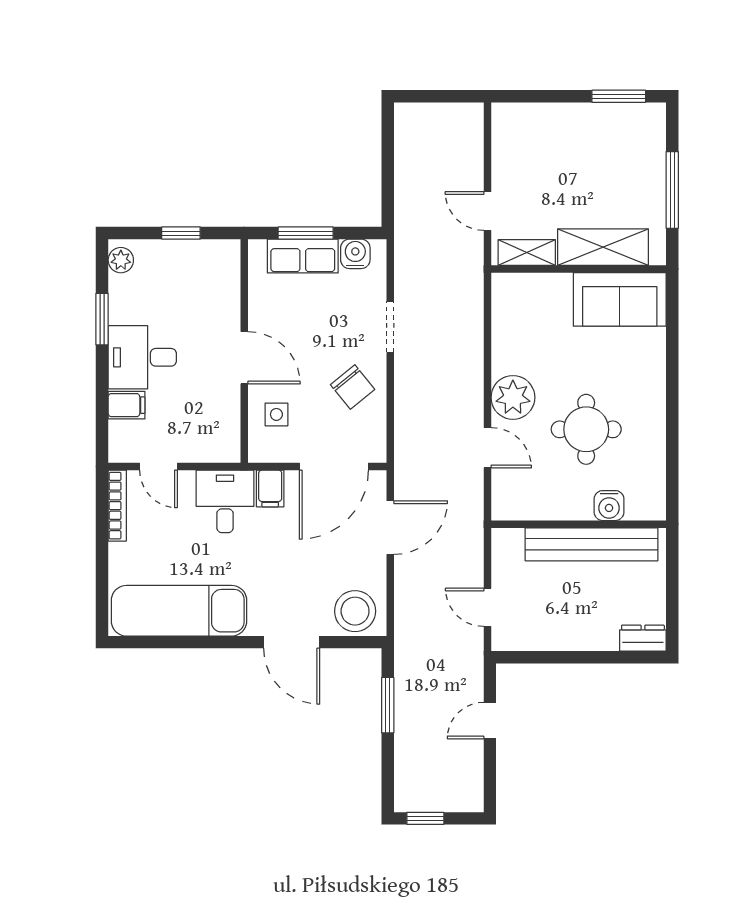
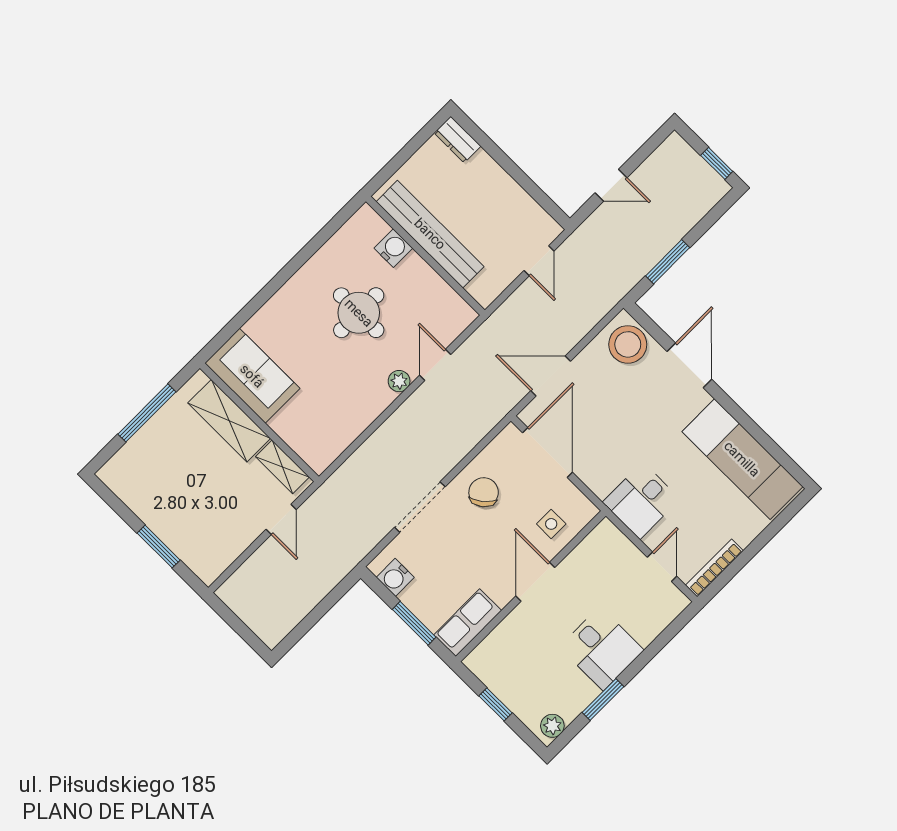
window: (619, 96) -> (159, 547), moved
row of seats: (303, 256) -> (468, 623), moved, turned -90
doorway: (390, 327) -> (420, 507), width x1.38
plant: (513, 397) -> (399, 381), width x0.53, depth x0.53
filing cabinet: (127, 405) -> (643, 627), removed
door: (334, 466) -> (548, 453), hinge flipped
filing cabinet: (270, 488) -> (603, 480), removed

